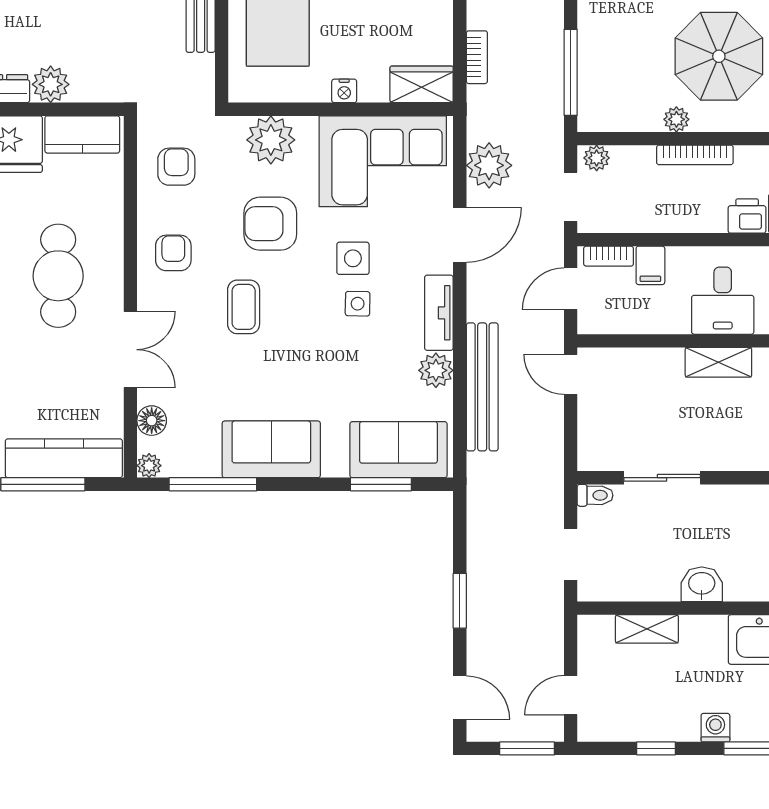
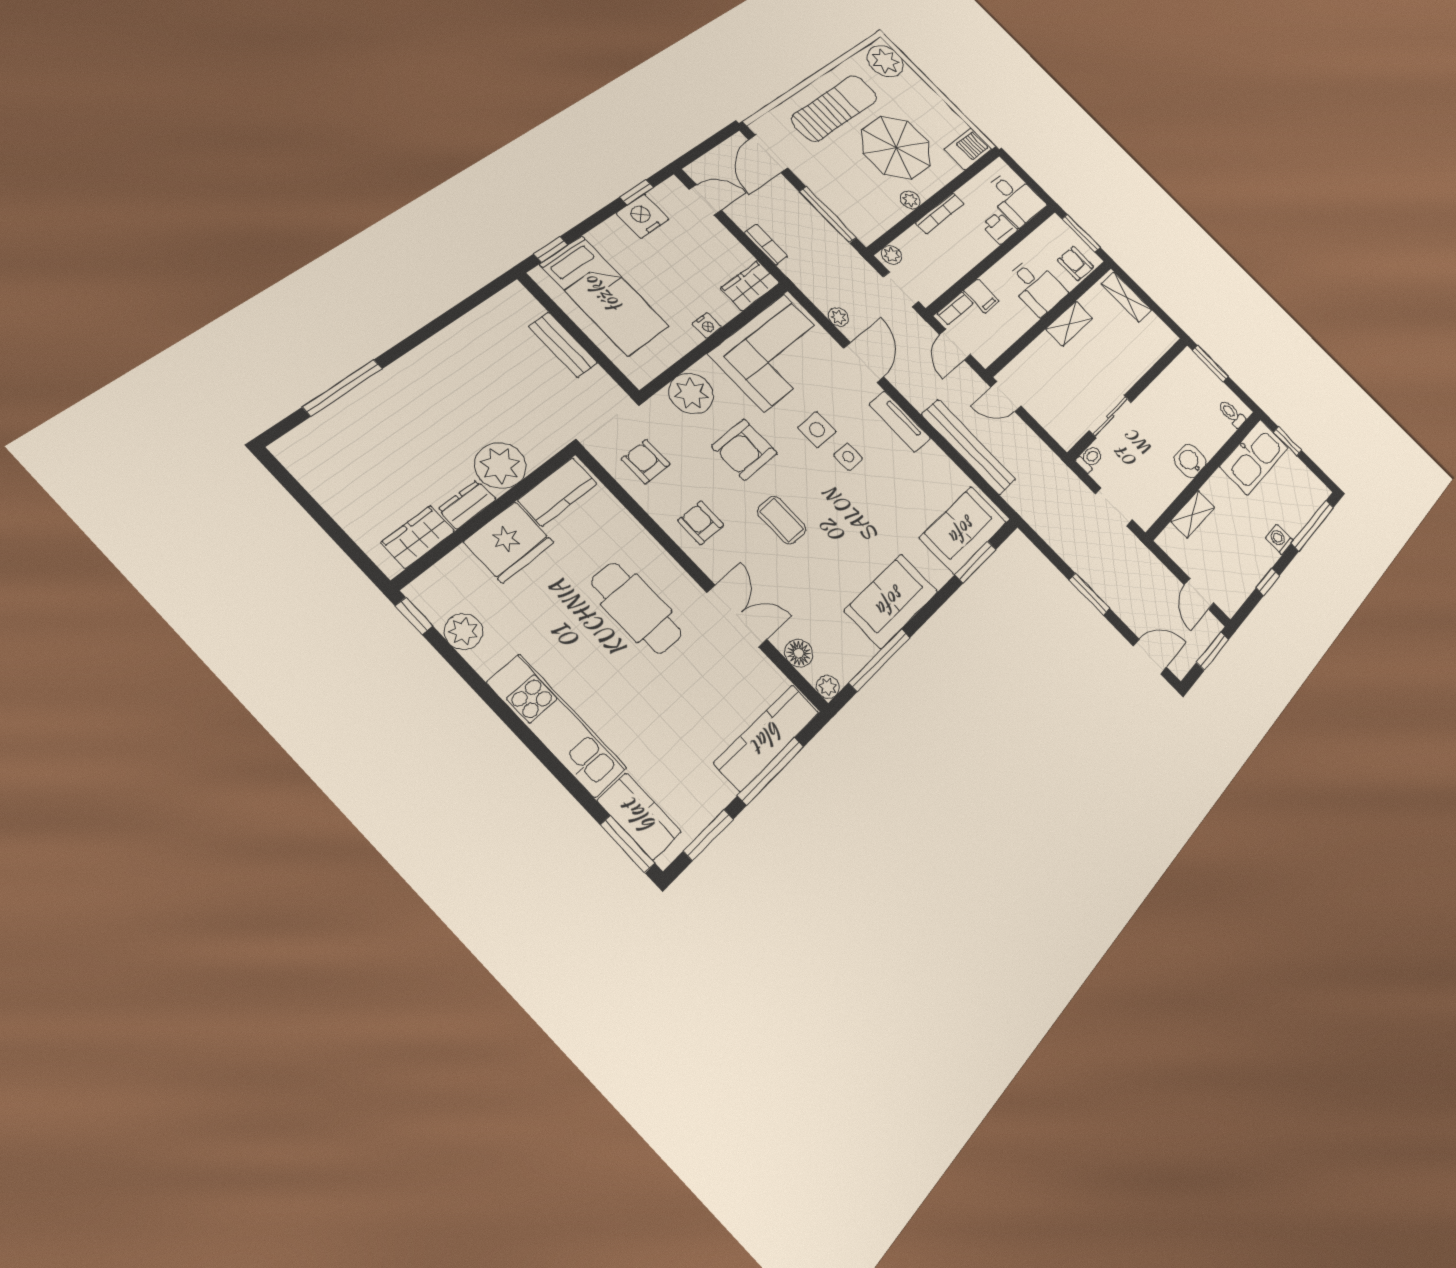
plant: (51, 84) -> (500, 466), width x1.36, depth x1.36
plant: (489, 165) -> (838, 317), width x0.53, depth x0.53
plant: (436, 370) -> (934, 460), removed

